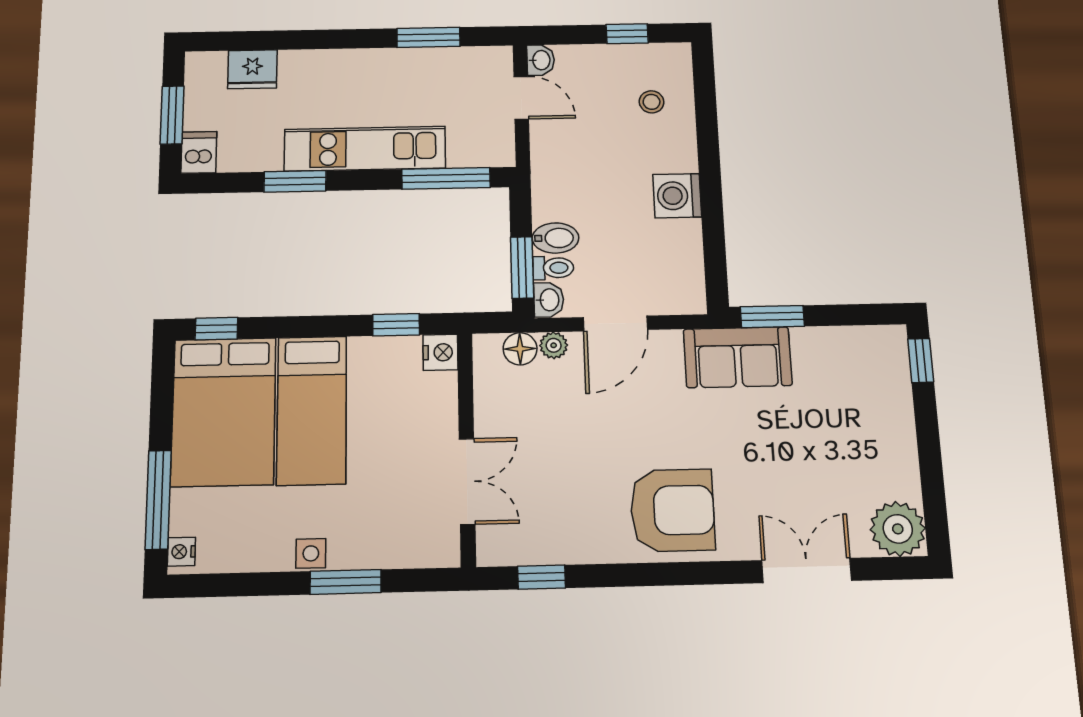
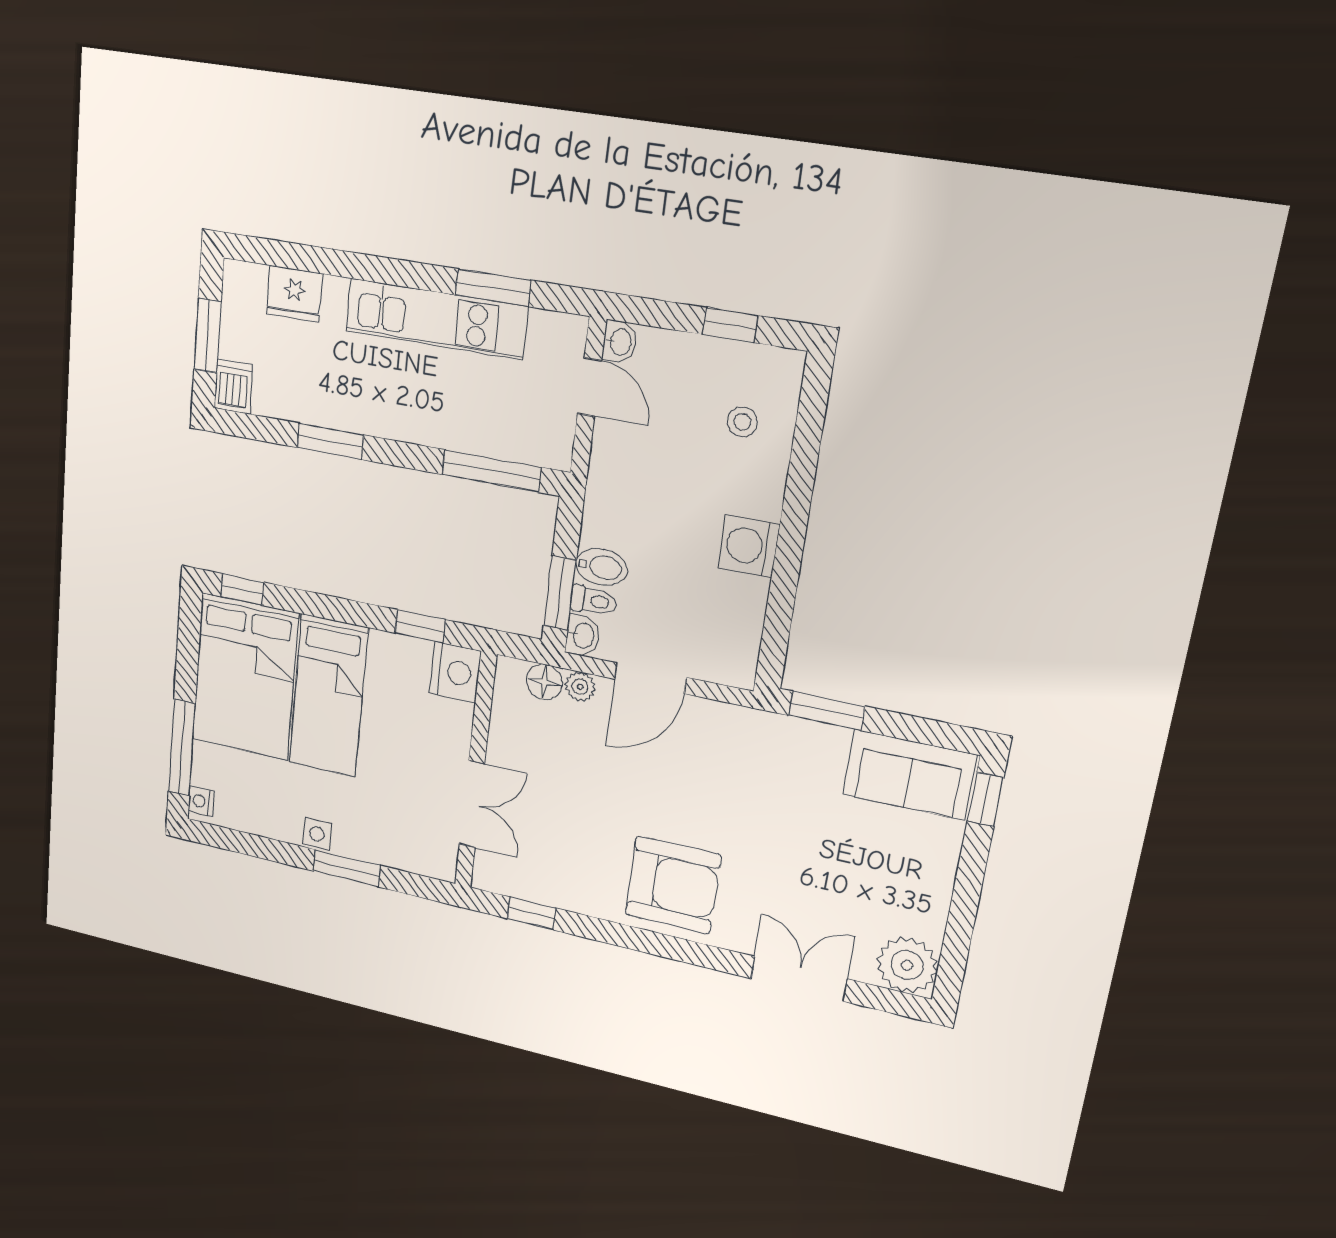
kitchen unit: (365, 149) -> (436, 319), moved, turned 180
nightstand: (440, 352) -> (455, 672), width x1.36, depth x1.33
sofa: (738, 357) -> (909, 775), moved

